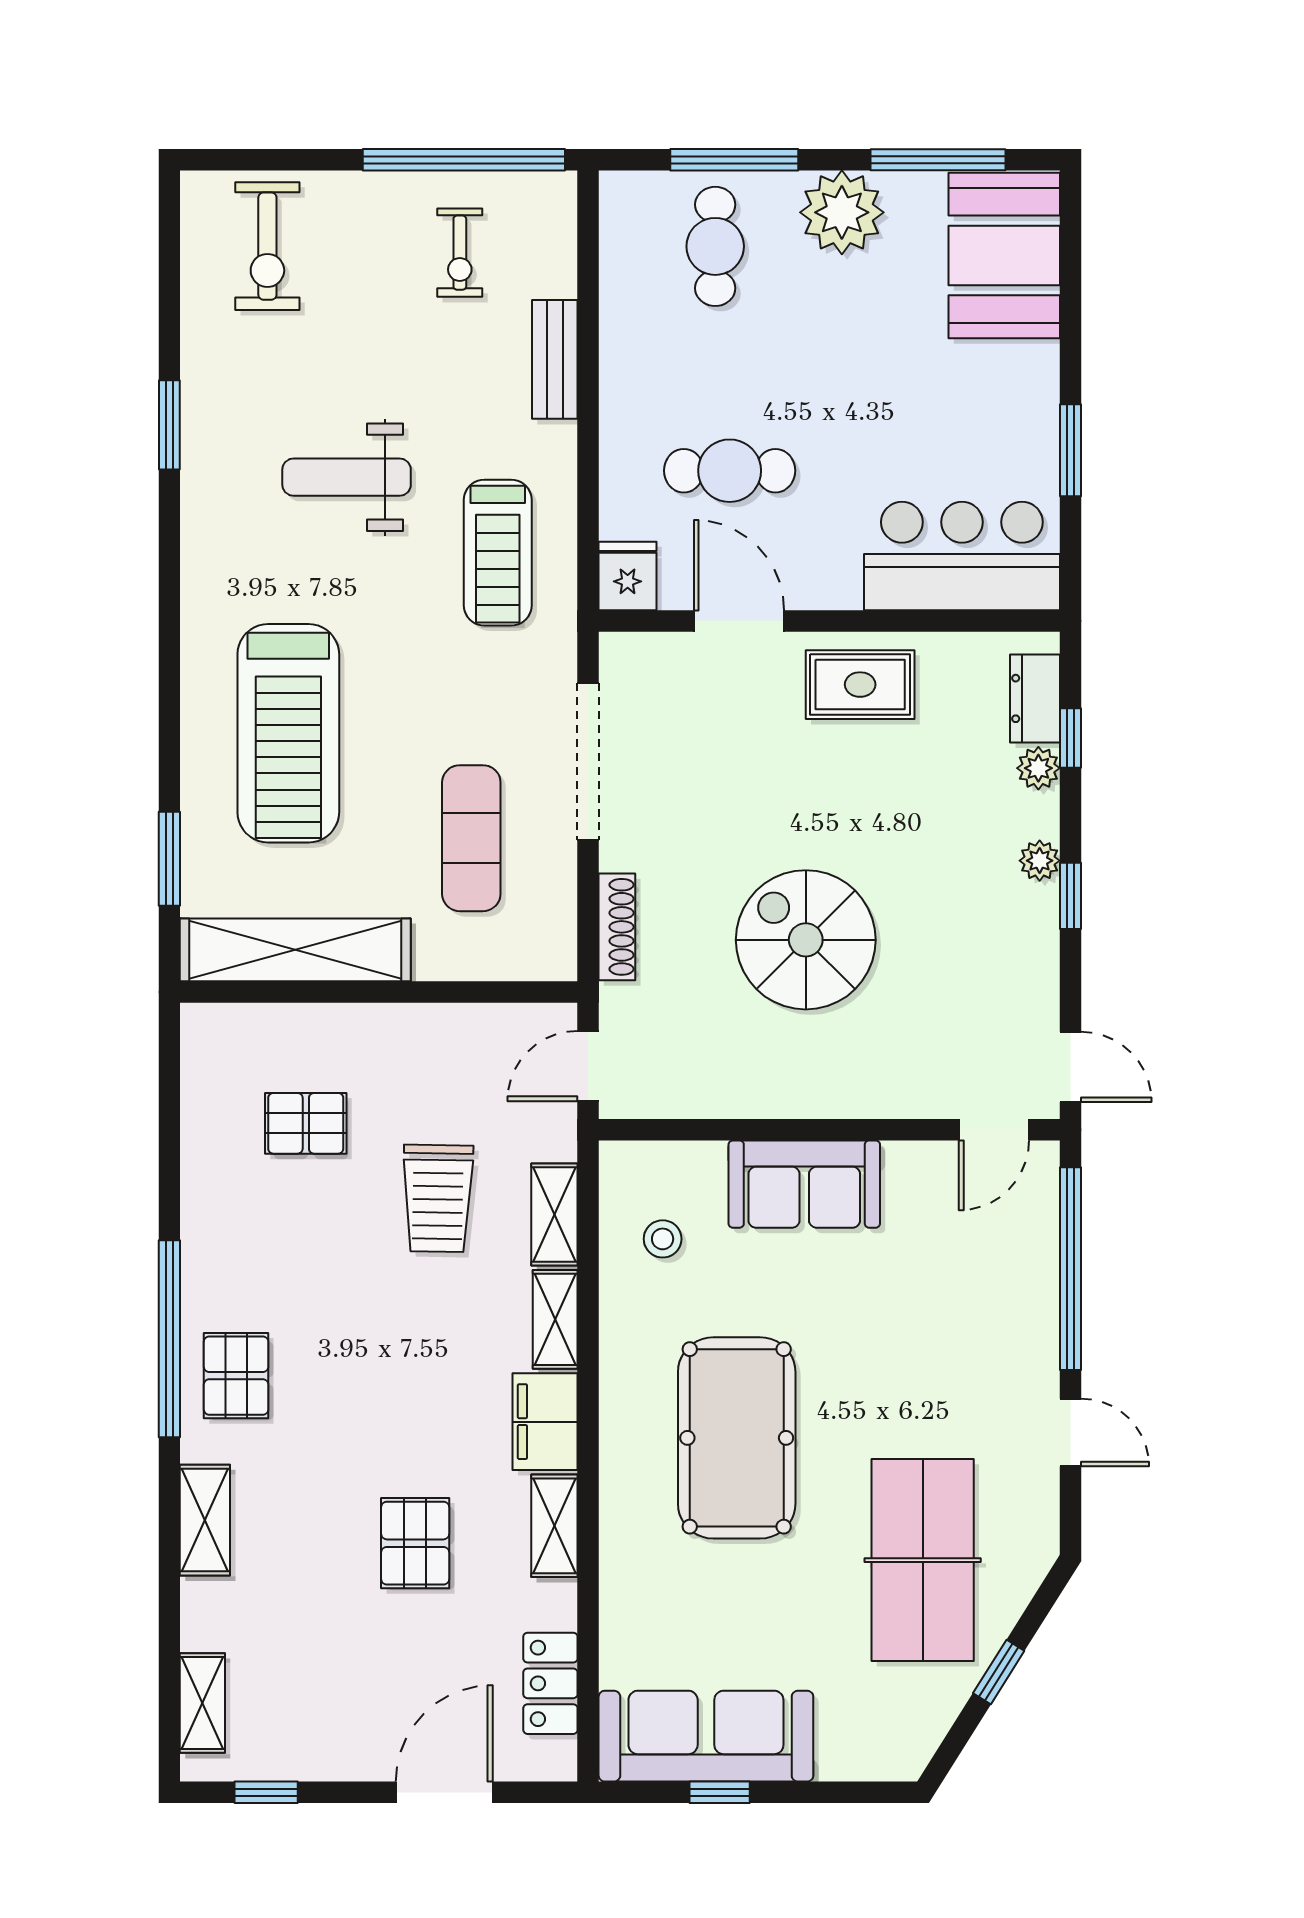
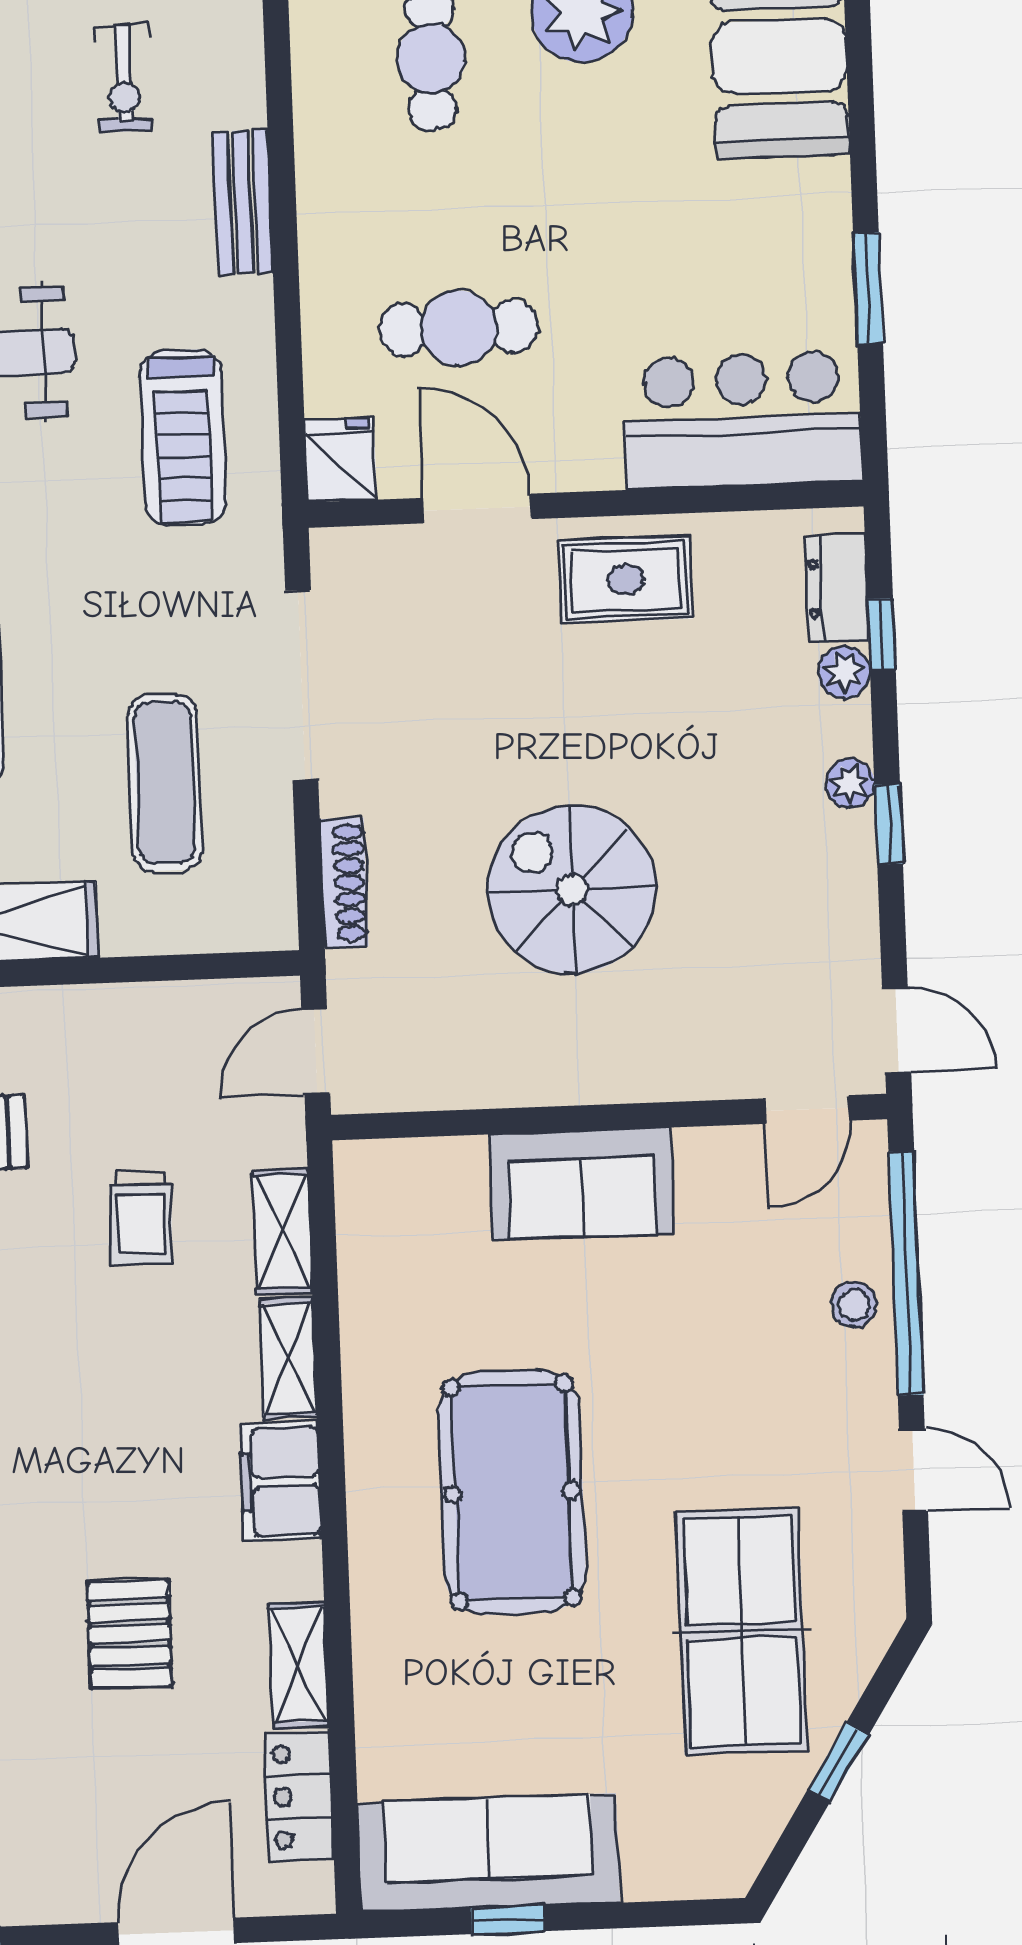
trolley: (438, 1198) -> (141, 1218), width x0.73, depth x0.72
stool: (663, 1239) -> (854, 1305), moved
shelving: (554, 1526) -> (299, 1665), moved

